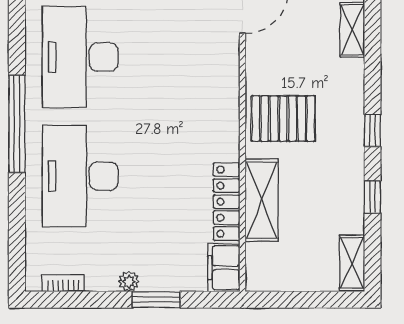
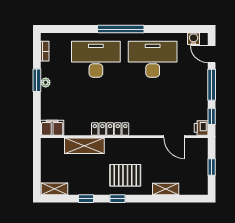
pallet: (283, 119) -> (125, 175), moved, turned 90
locker: (227, 202) -> (110, 129), moved
window: (156, 300) -> (37, 80), moved

